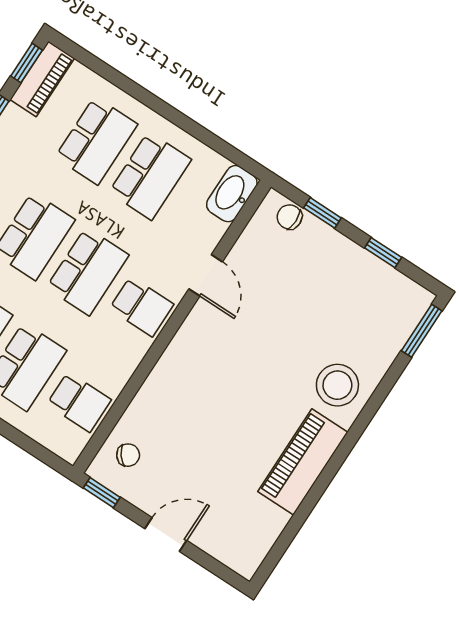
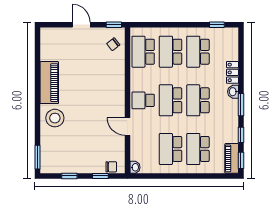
washbasin: (232, 194) -> (135, 167), width x0.52, depth x0.69
school desk: (79, 402) -> (143, 52), width x1.85
door: (166, 535) -> (81, 25), swing flipped

